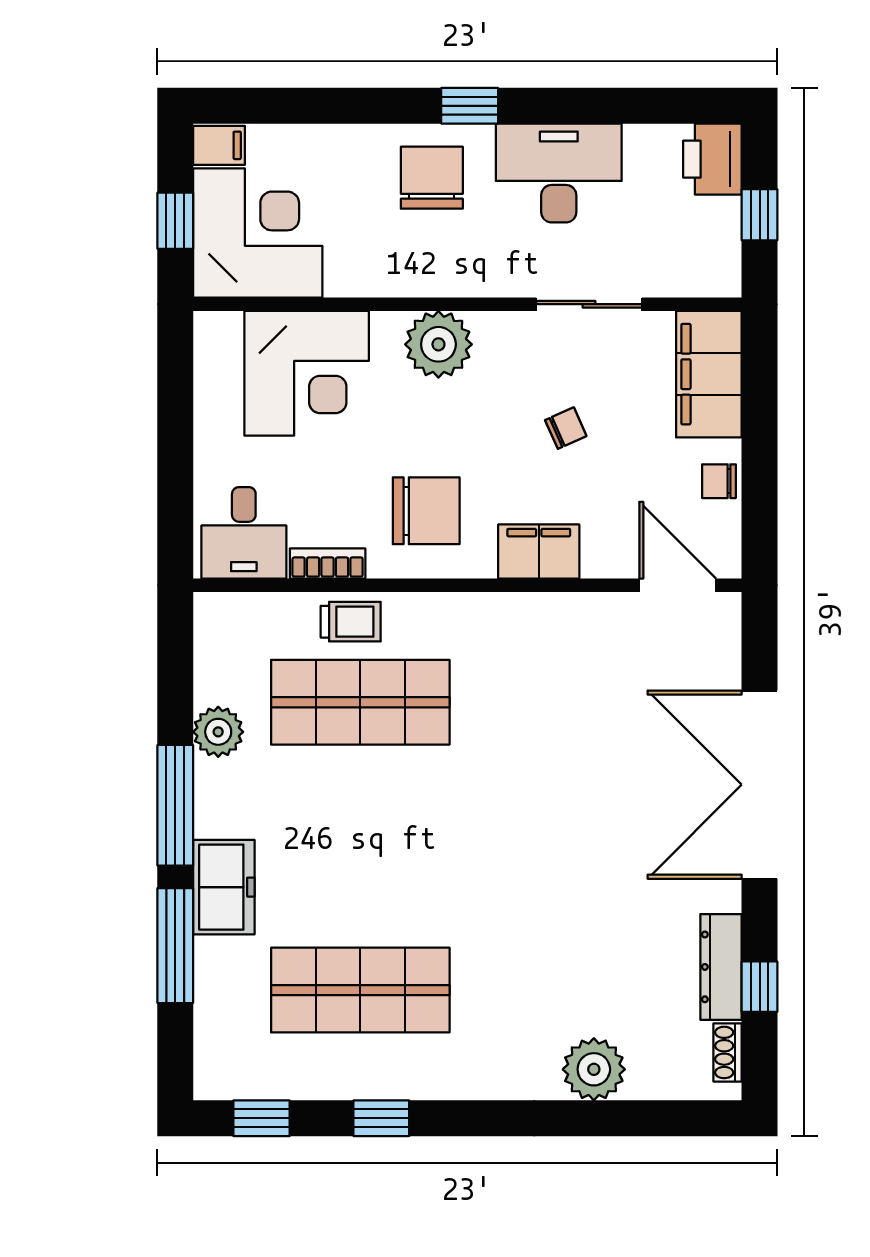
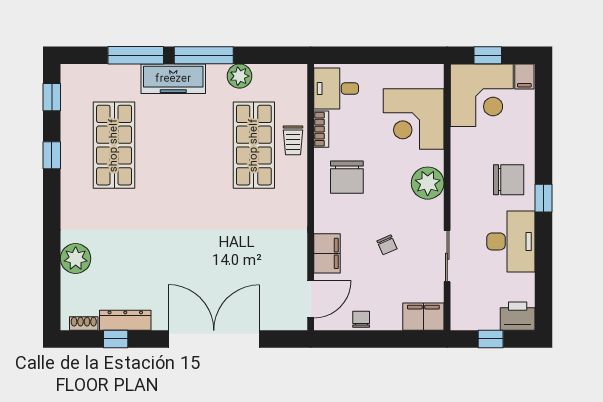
filing cabinet: (709, 374) -> (423, 317), width x0.67, depth x0.86
filing cabinet: (539, 552) -> (327, 253), moved
freezer: (224, 887) -> (173, 79), width x1.40

